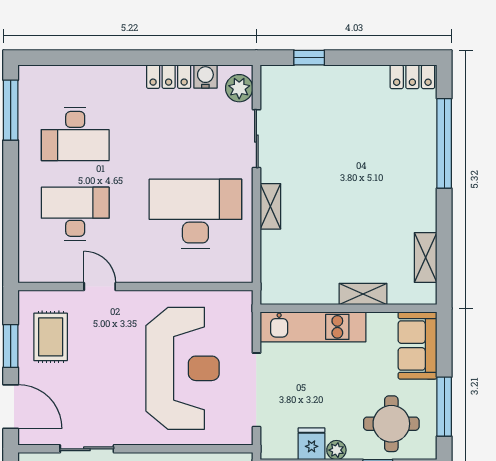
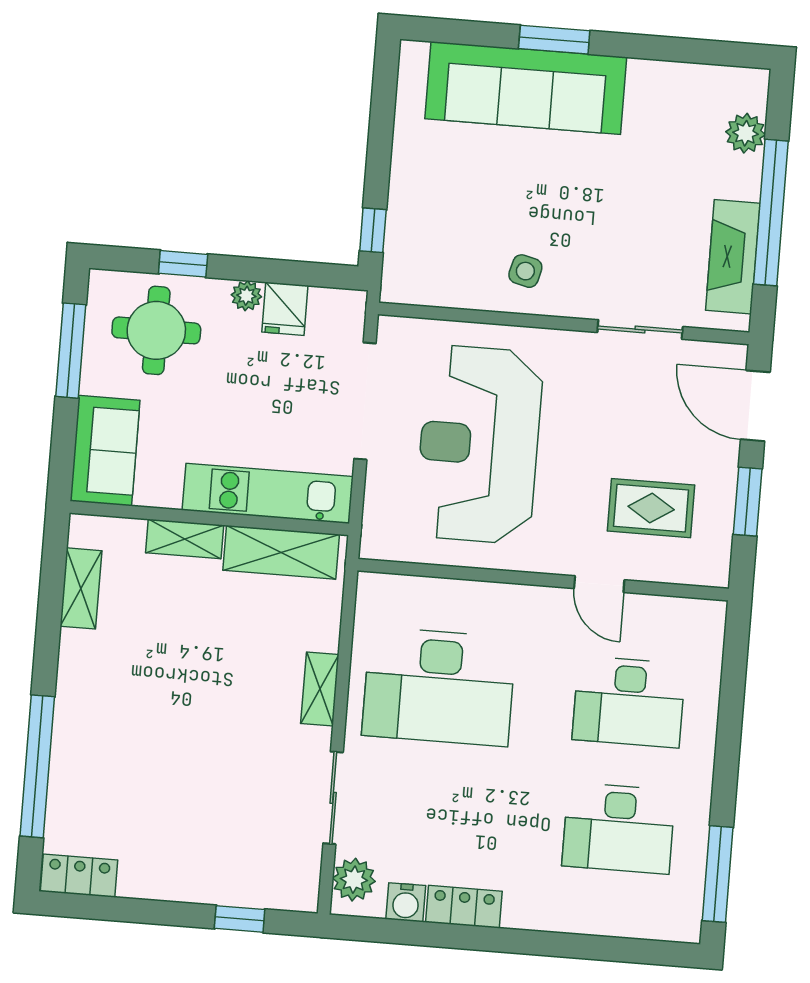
desk: (75, 134) -> (619, 828), turned 180
shelving: (302, 290) -> (281, 552), added
rug: (51, 337) -> (651, 508), moved, turned 90

